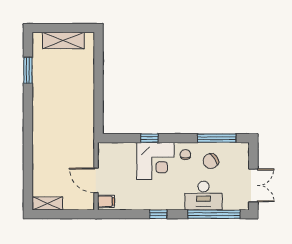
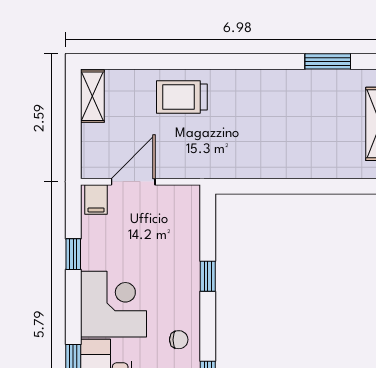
trolley: (48, 153) -> (182, 97), added
corner desk: (155, 161) -> (114, 304), moved, turned 180
window: (158, 214) -> (73, 254), moved

